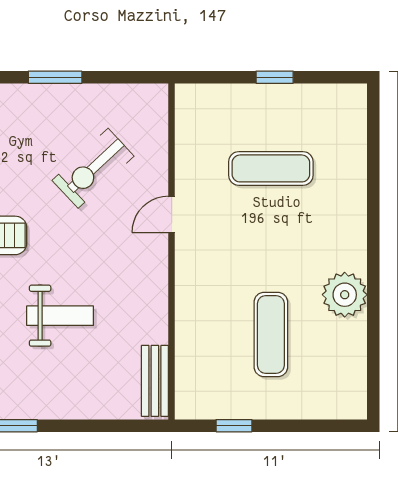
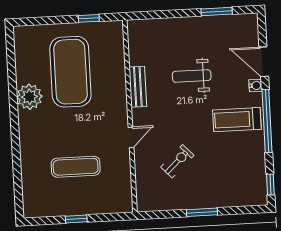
exercise bike: (93, 168) -> (177, 161), width x0.73, depth x0.72
exercise mat: (271, 334) -> (70, 72), width x2.00, depth x1.45
bench: (155, 381) -> (138, 87), moved

